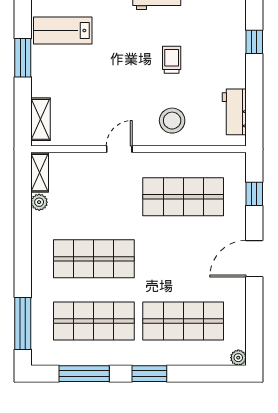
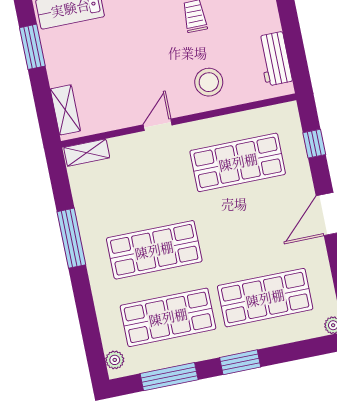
shelving: (40, 173) -> (87, 153), moved, turned 90
plant: (39, 202) -> (115, 360), moved
window: (23, 324) -> (71, 238), moved

